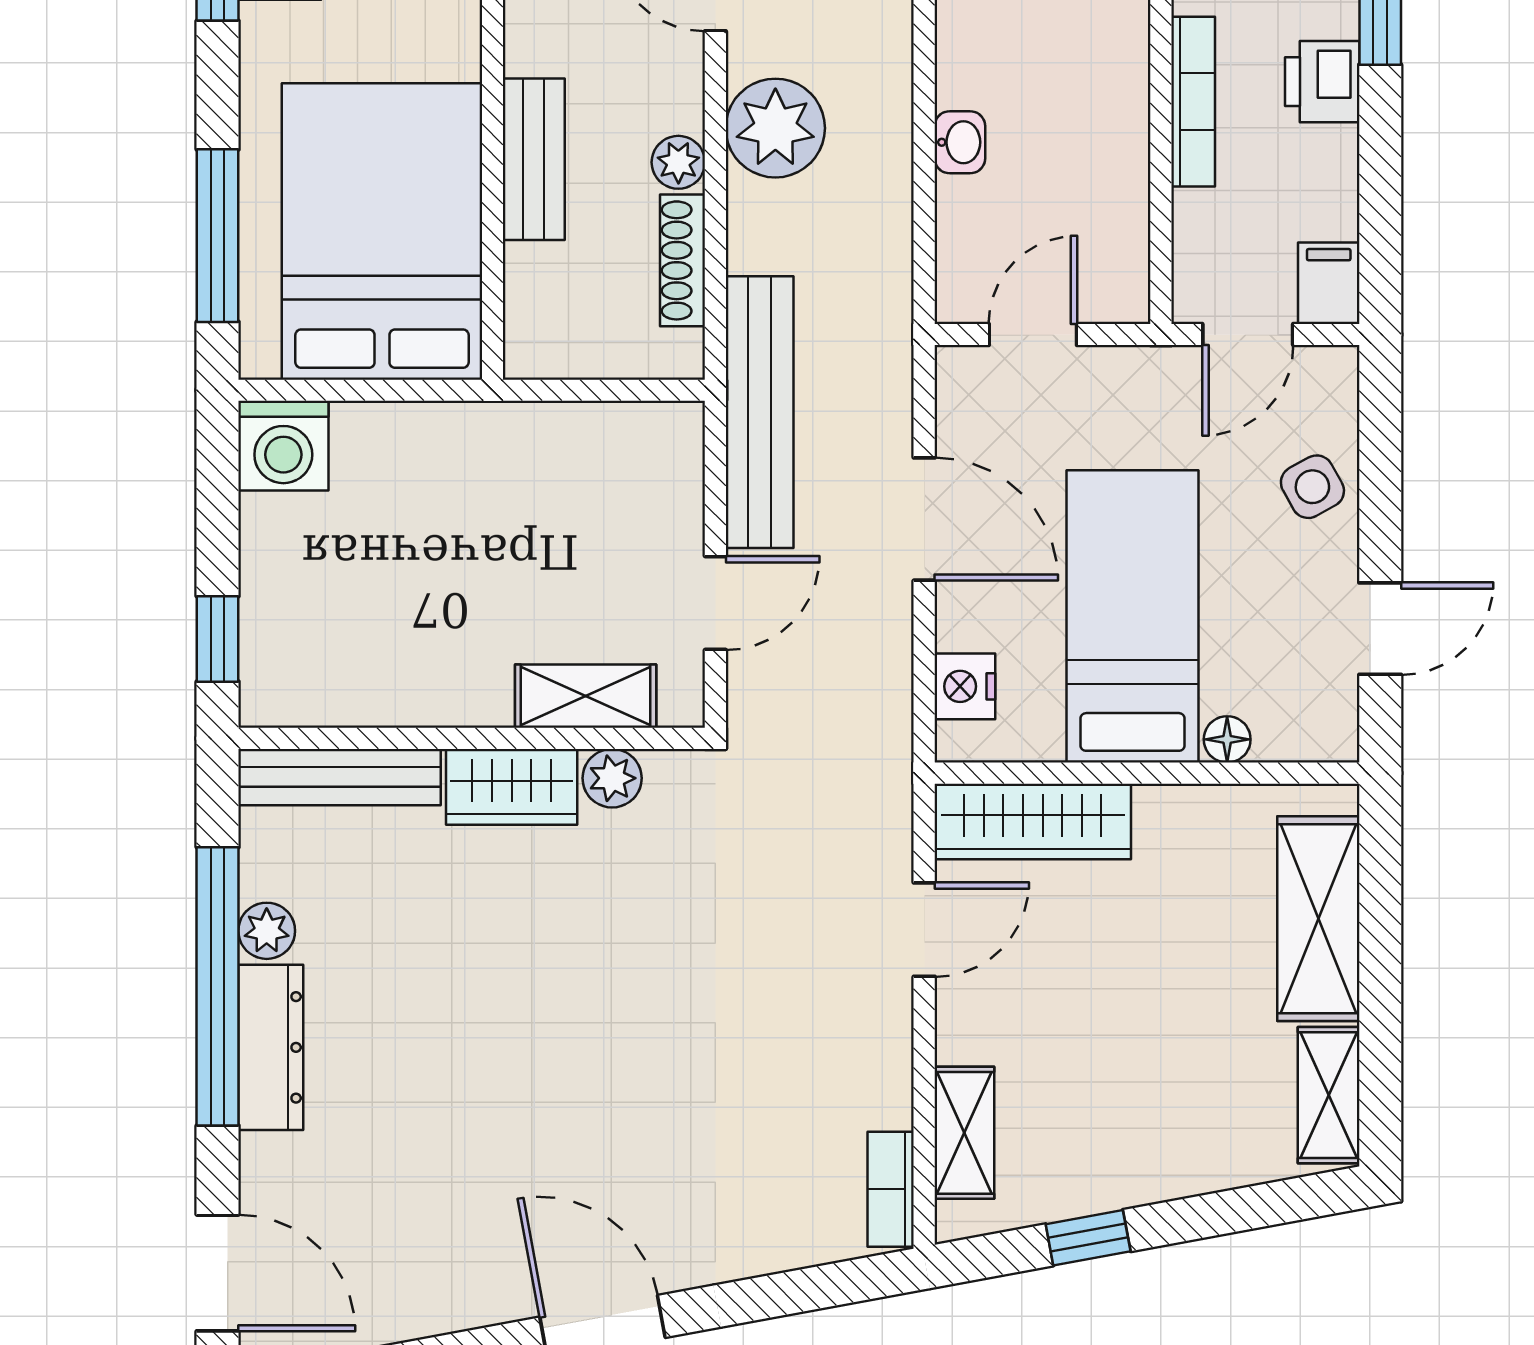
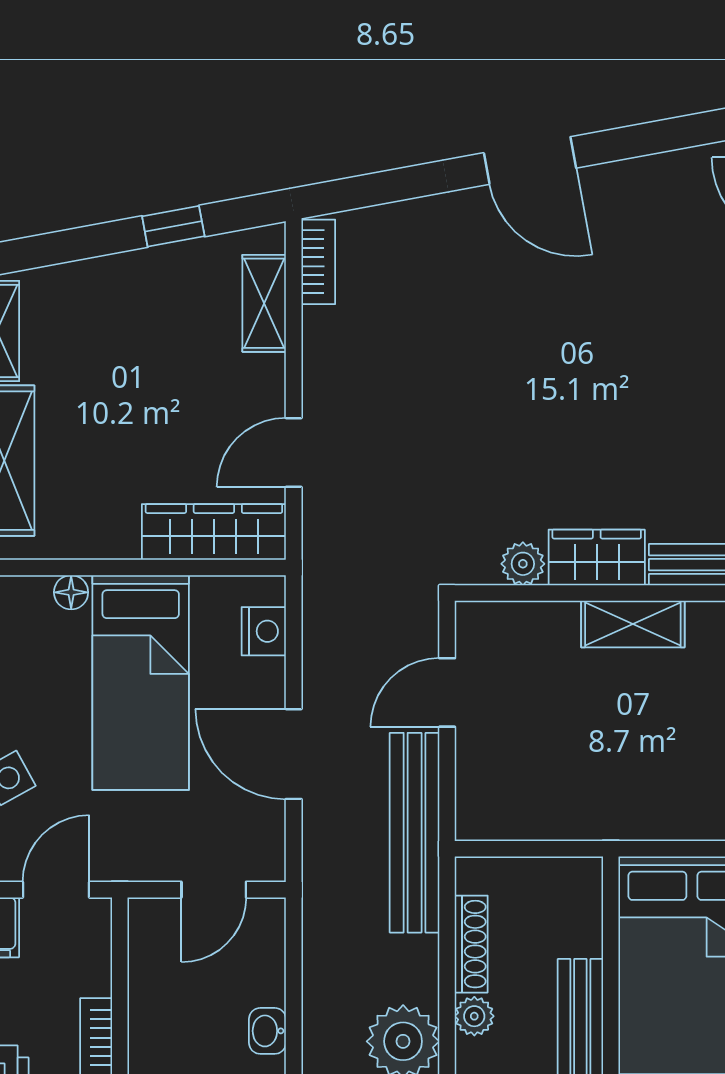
shelving: (586, 696) -> (633, 624), moved

